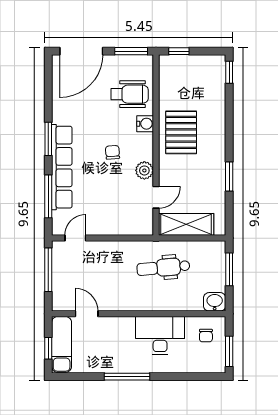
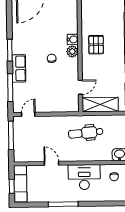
wheelchair: (130, 94) -> (62, 20), removed
pallet: (181, 132) -> (96, 45), width x0.67, depth x0.71
row of seats: (62, 167) -> (19, 68), width x0.50
plant: (144, 170) -> (72, 51), moved
door: (87, 314) -> (52, 163), moved

